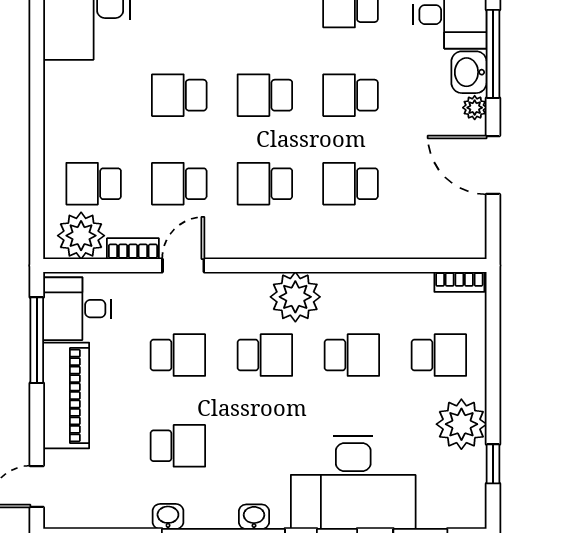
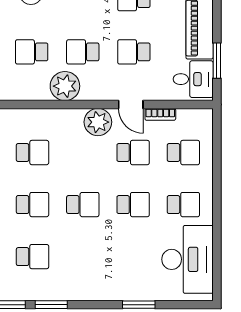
school desk: (265, 184) -> (183, 205), moved
plant: (81, 236) -> (98, 122), moved
door: (183, 265) -> (131, 105), hinge flipped
window: (37, 340) -> (217, 61), width x0.69

